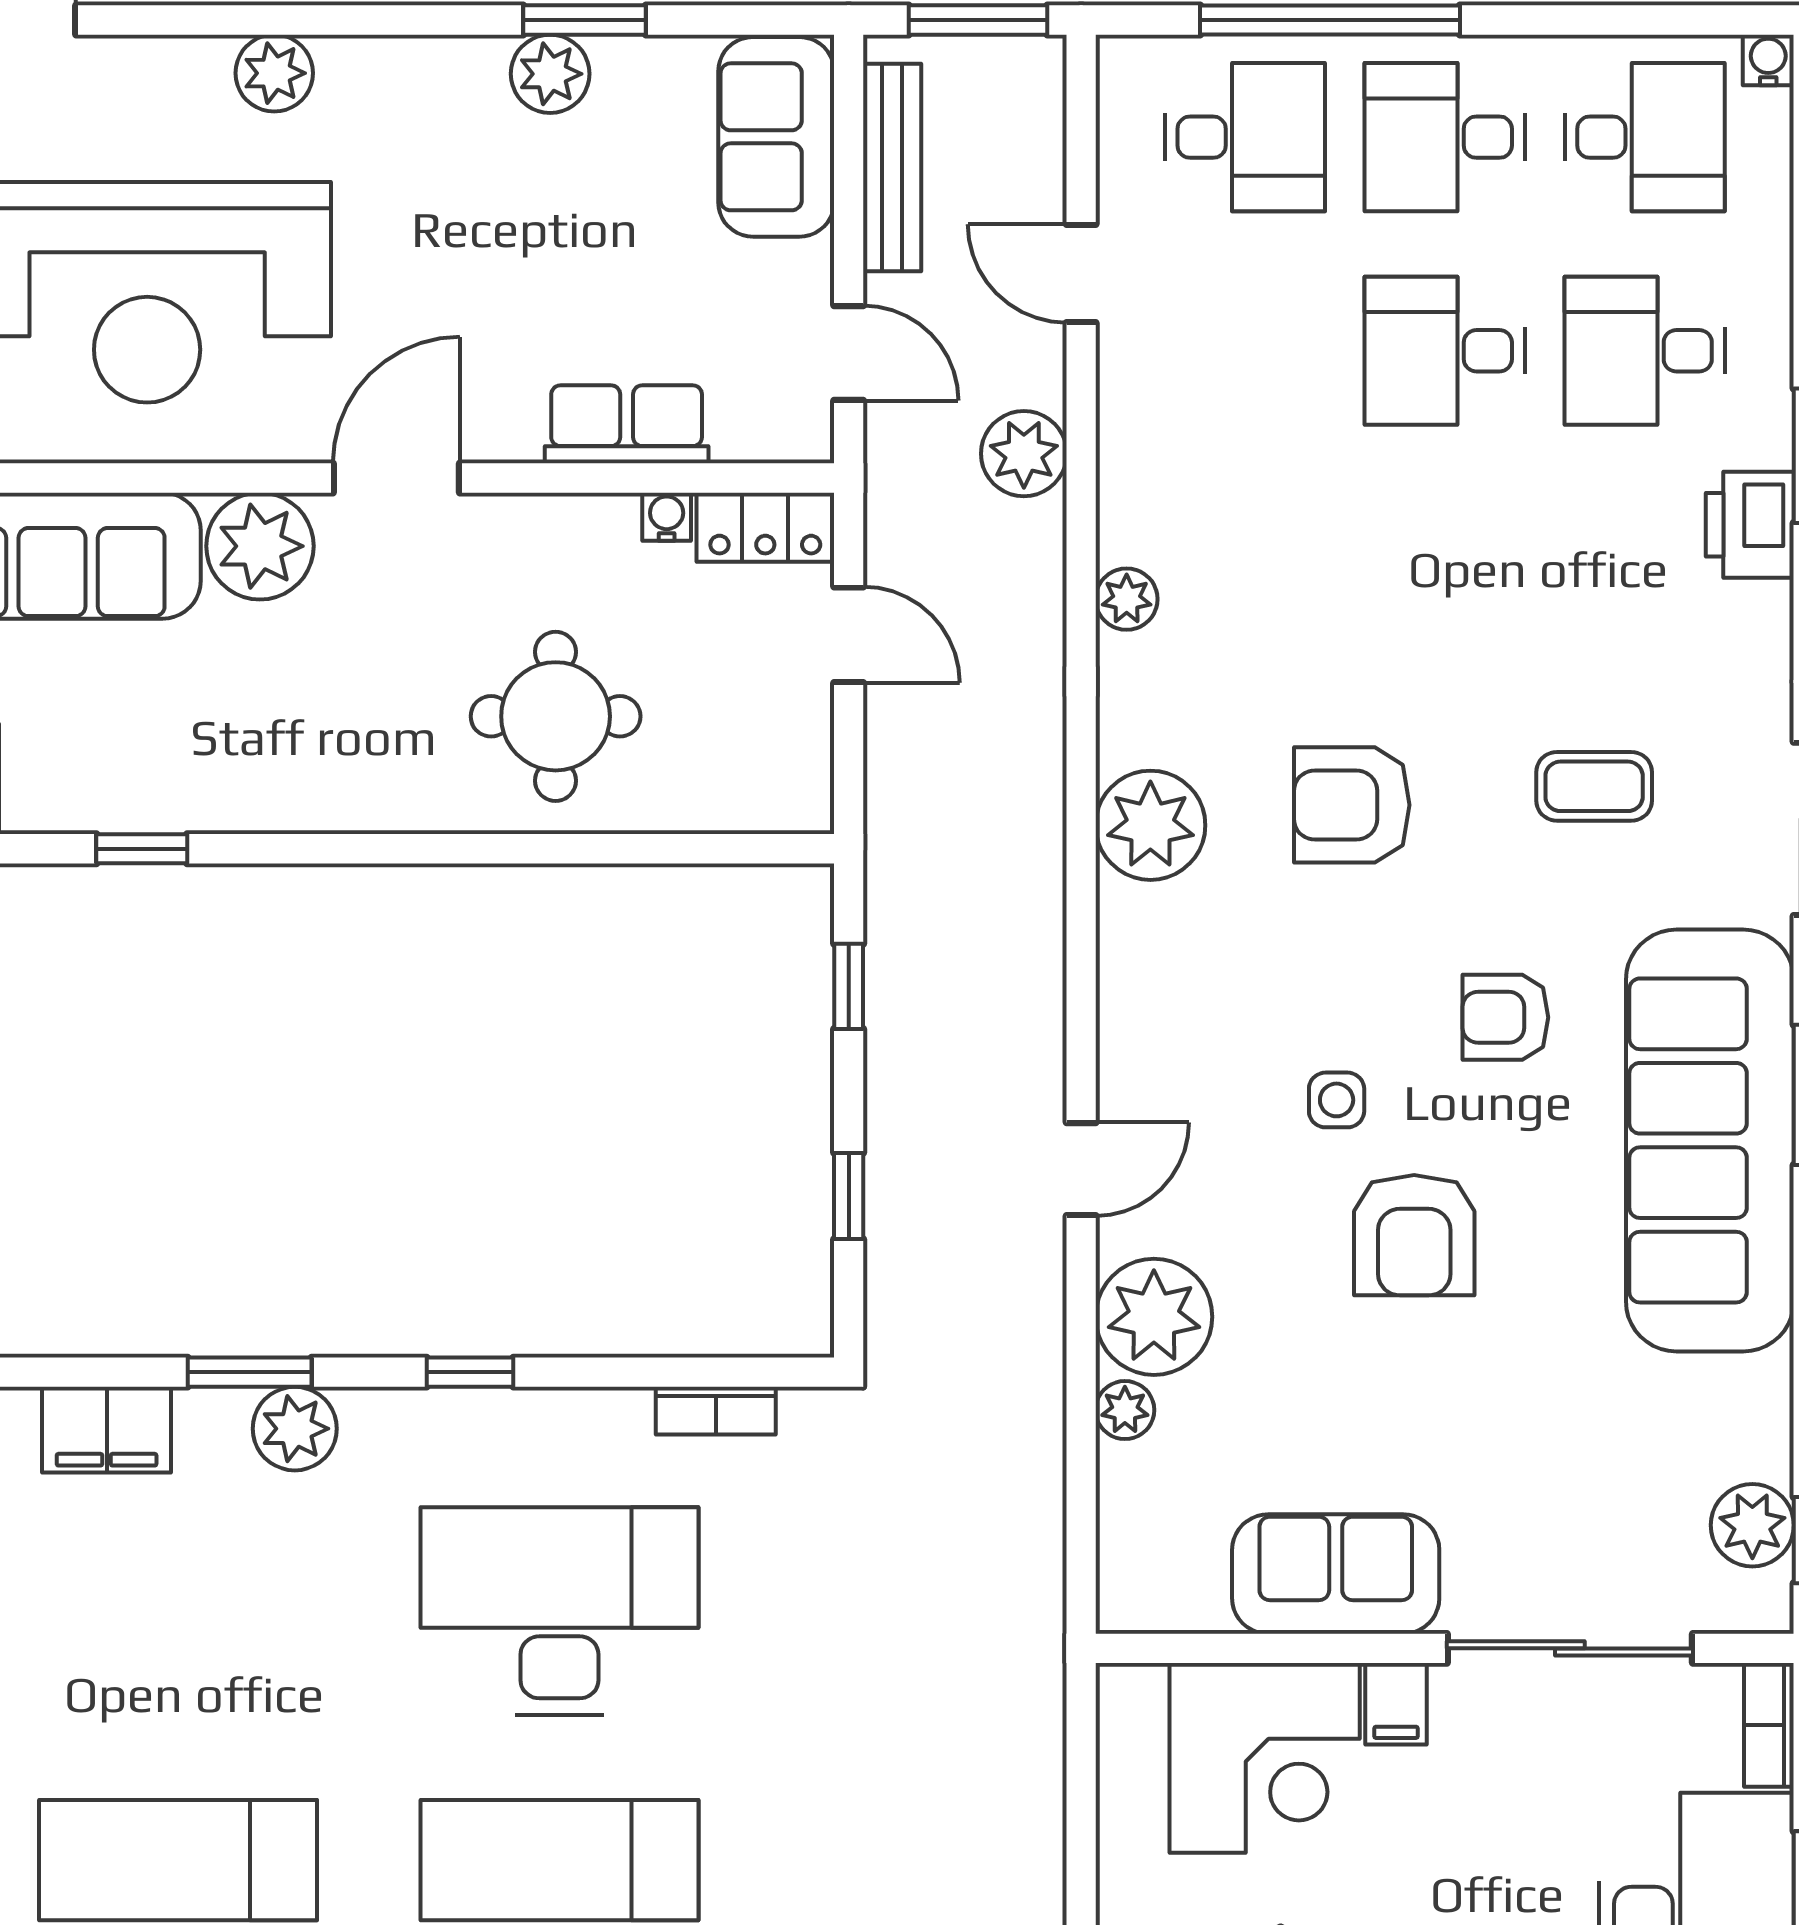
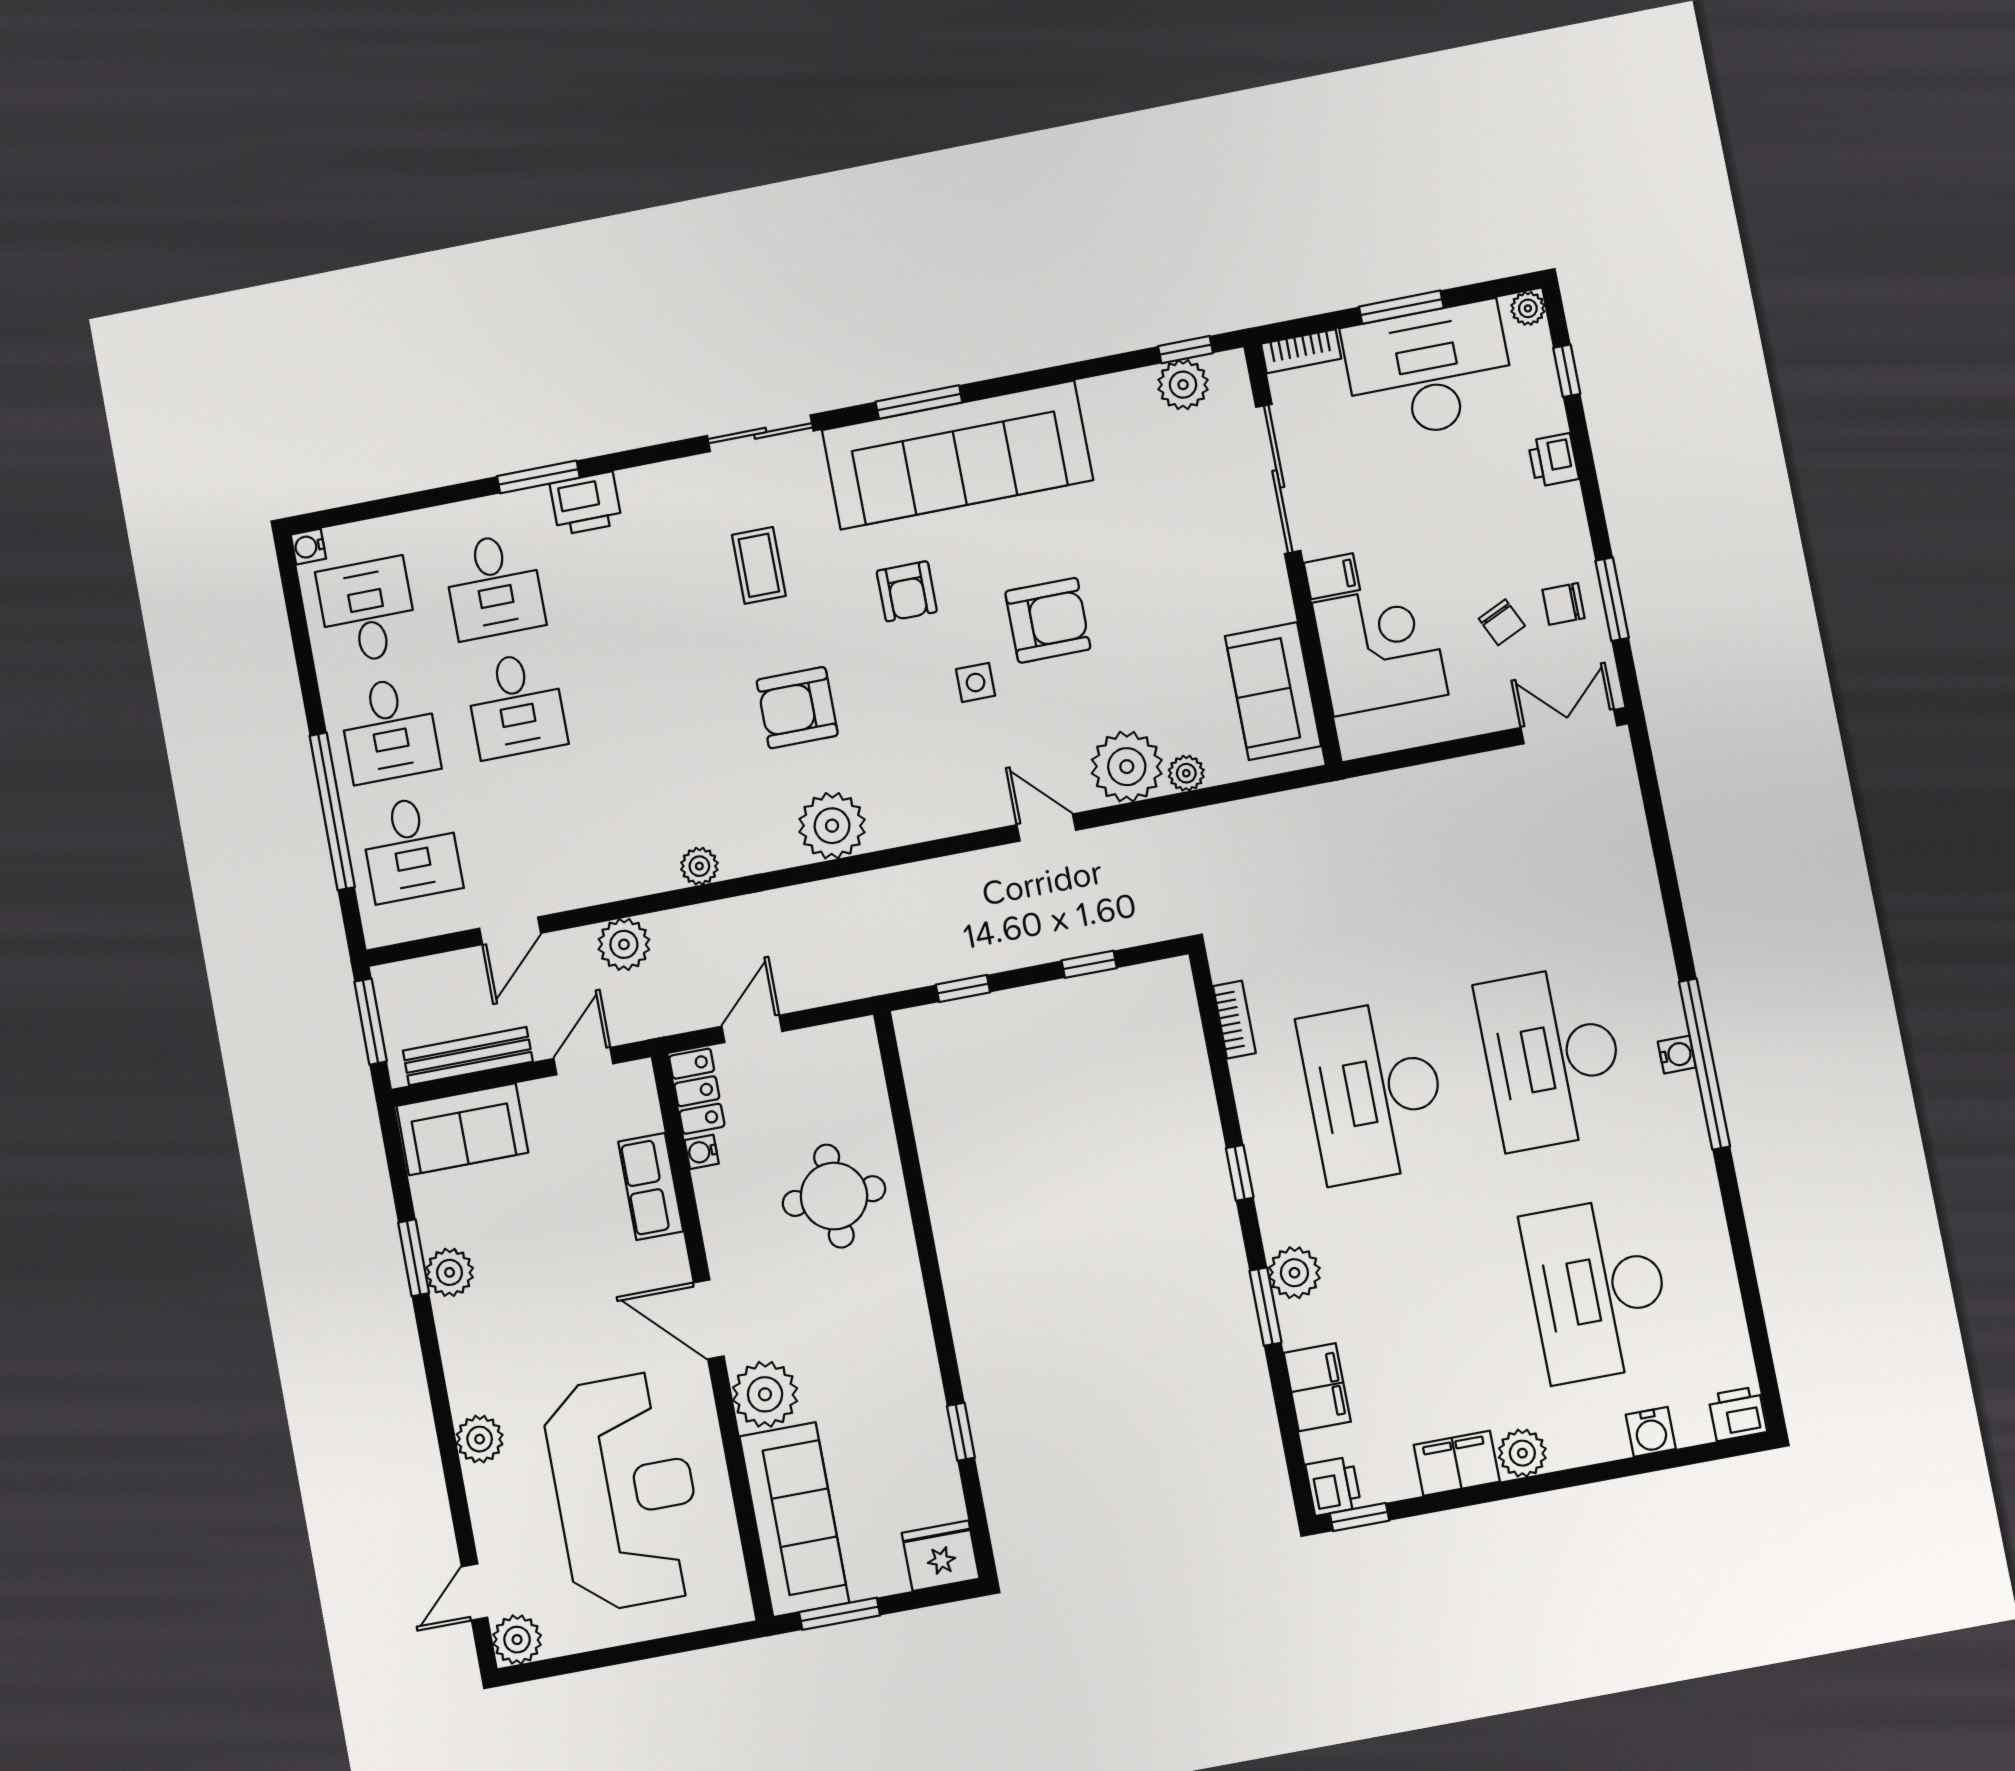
desk: (1245, 137) -> (411, 849), turned 180
armchair: (1352, 805) -> (797, 708), turned 90
sofa: (1336, 1574) -> (1273, 691), moved

